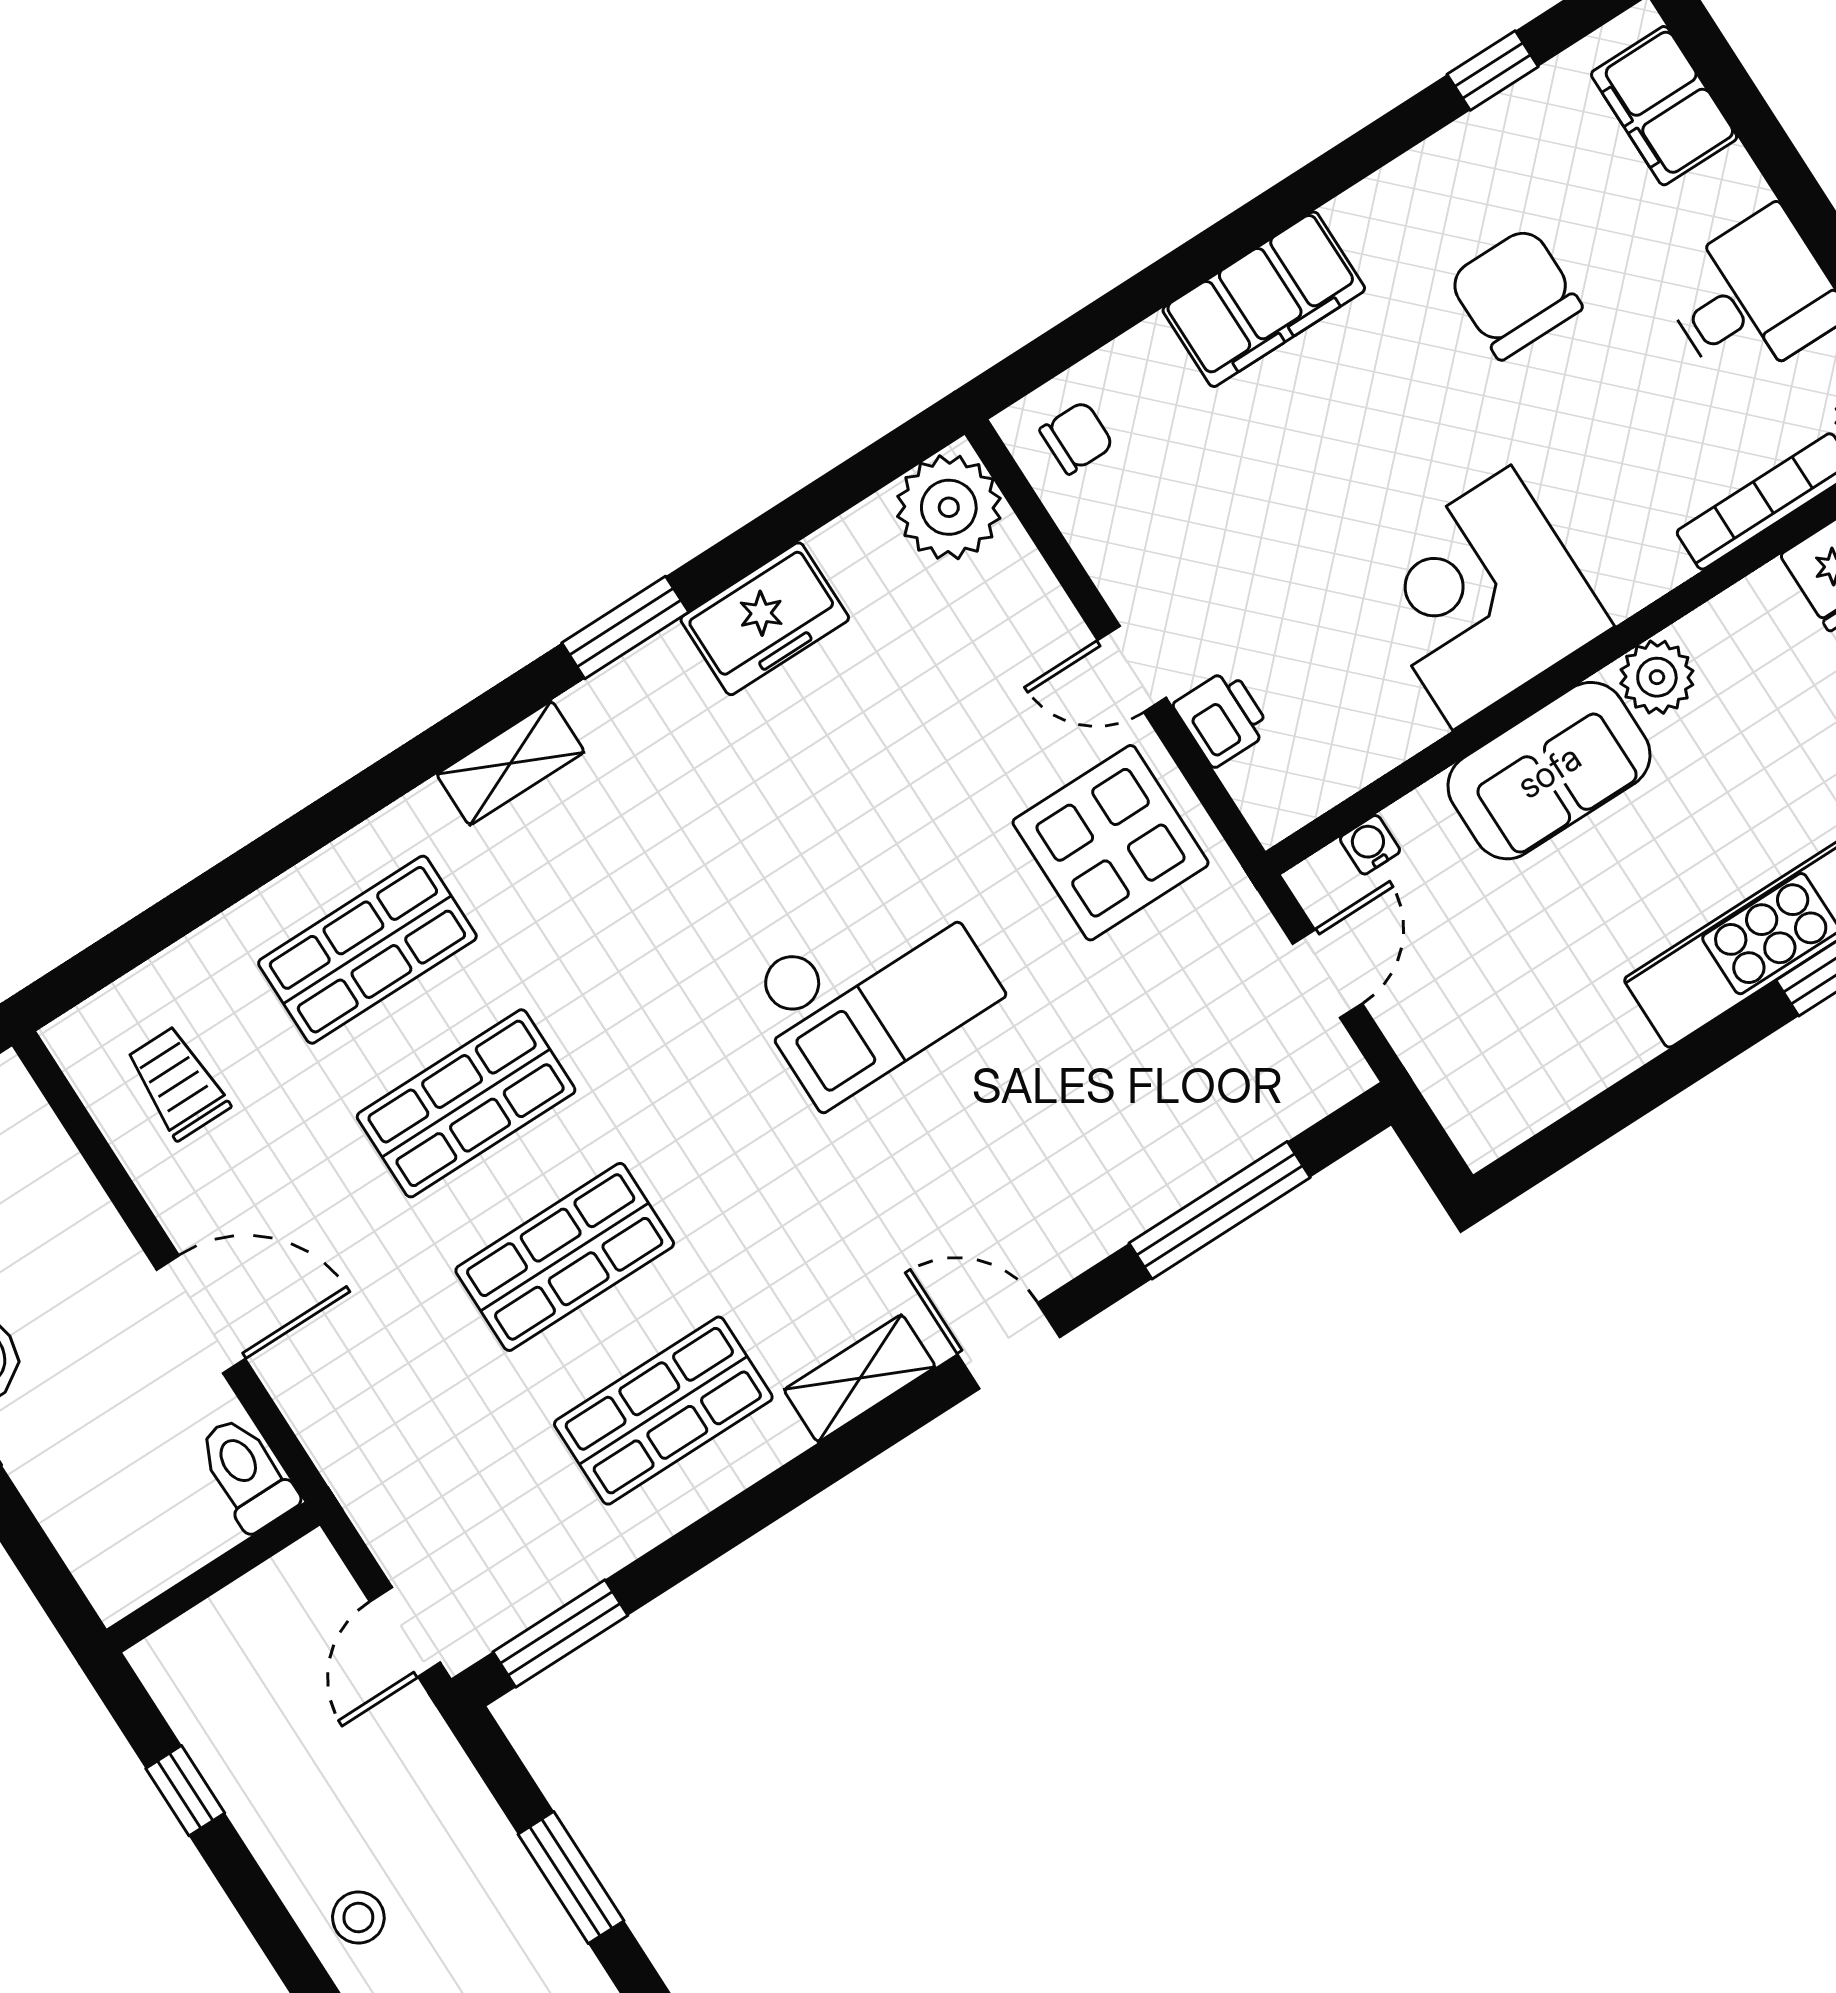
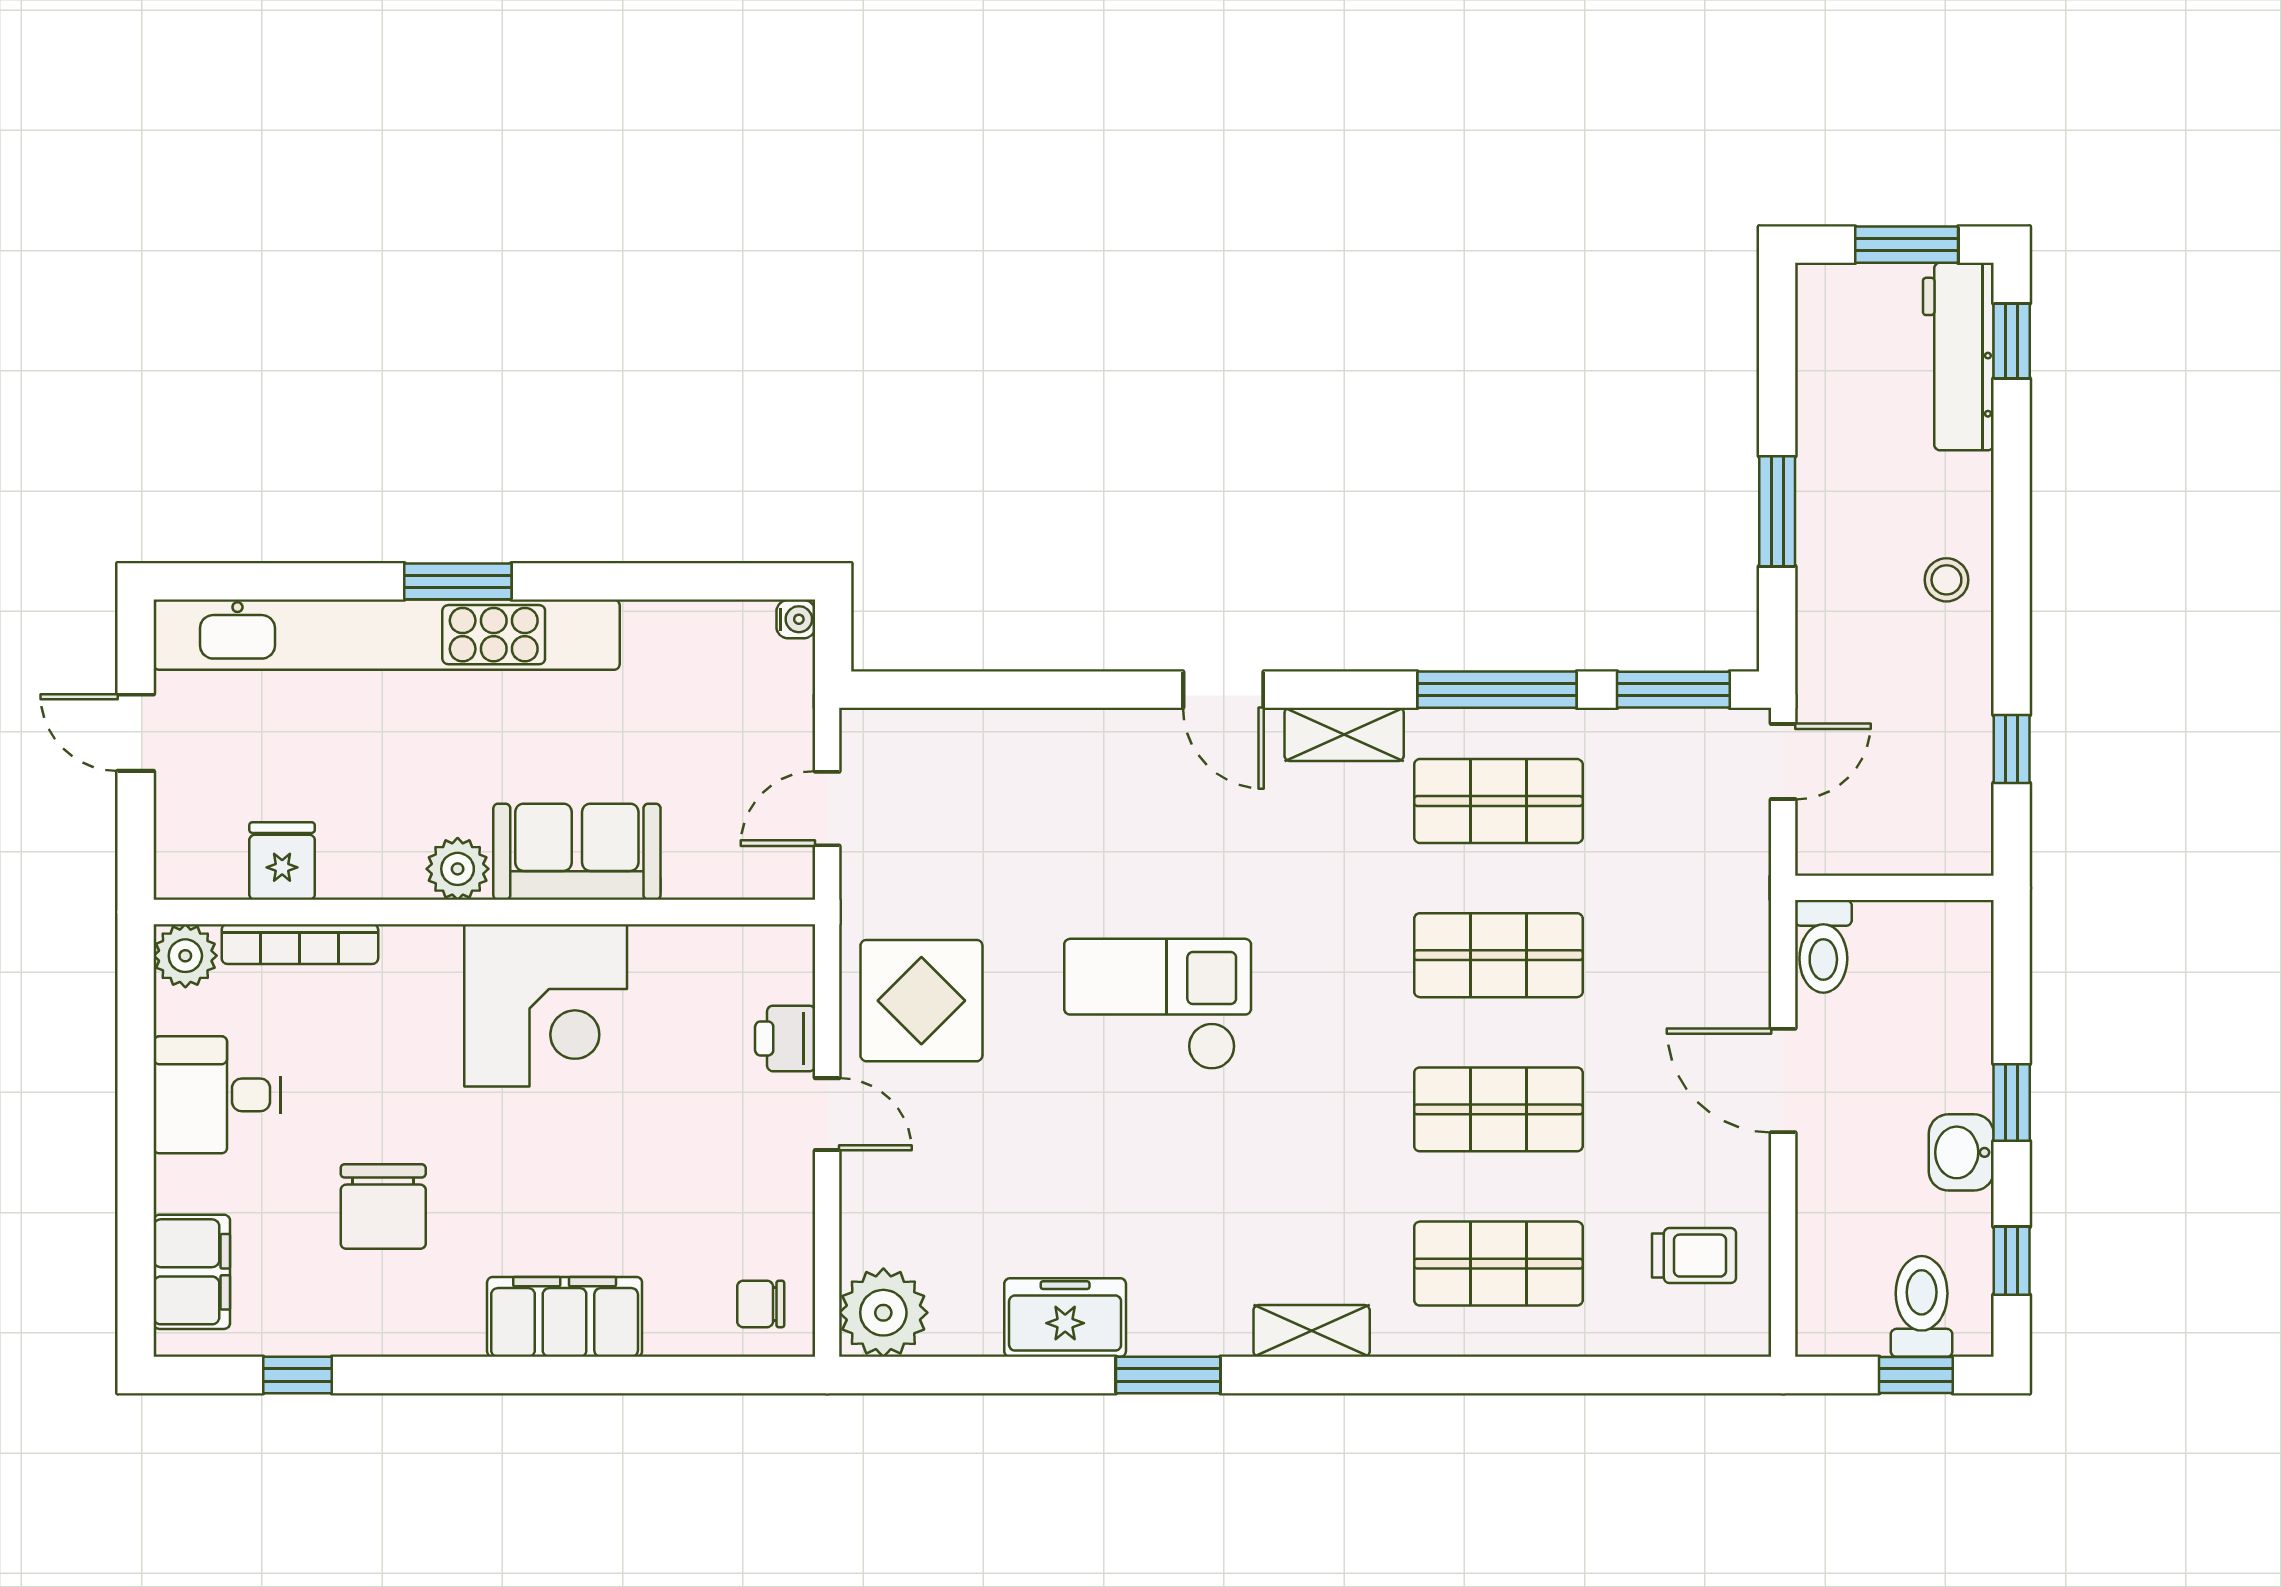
water cooler: (1370, 845) -> (796, 619), moved, turned -90
trolley: (178, 1083) -> (1694, 1256), turned -90
window: (1220, 1210) -> (1497, 690), moved

